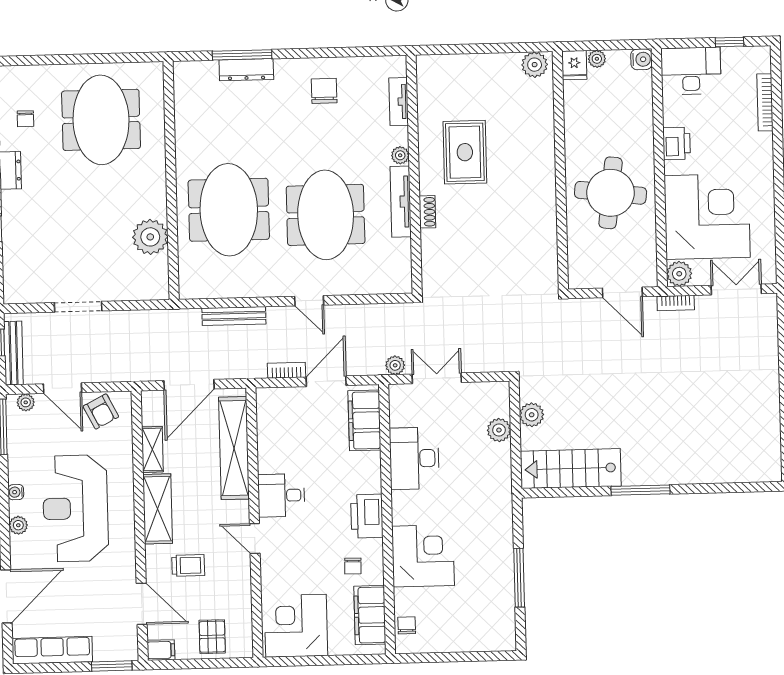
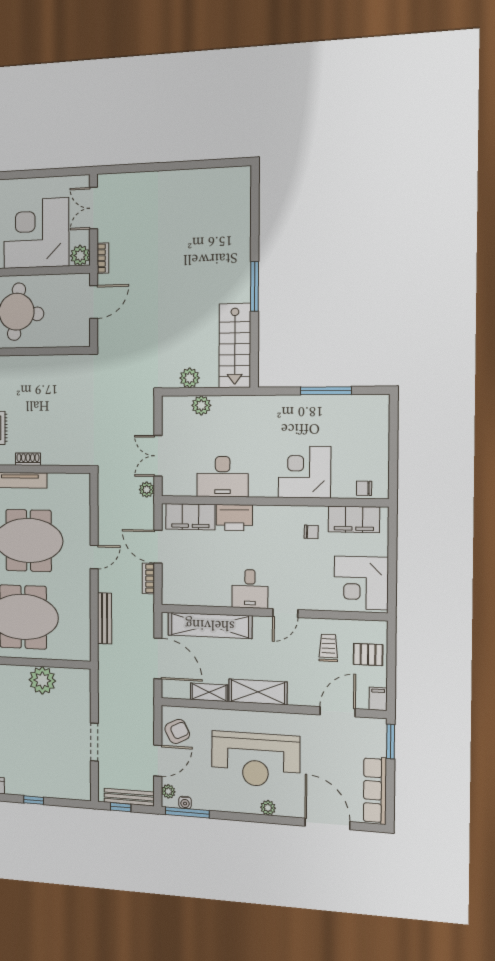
water cooler: (16, 492) -> (185, 803), moved
printer: (367, 516) -> (234, 518), moved
trolley: (188, 565) -> (328, 648), moved

